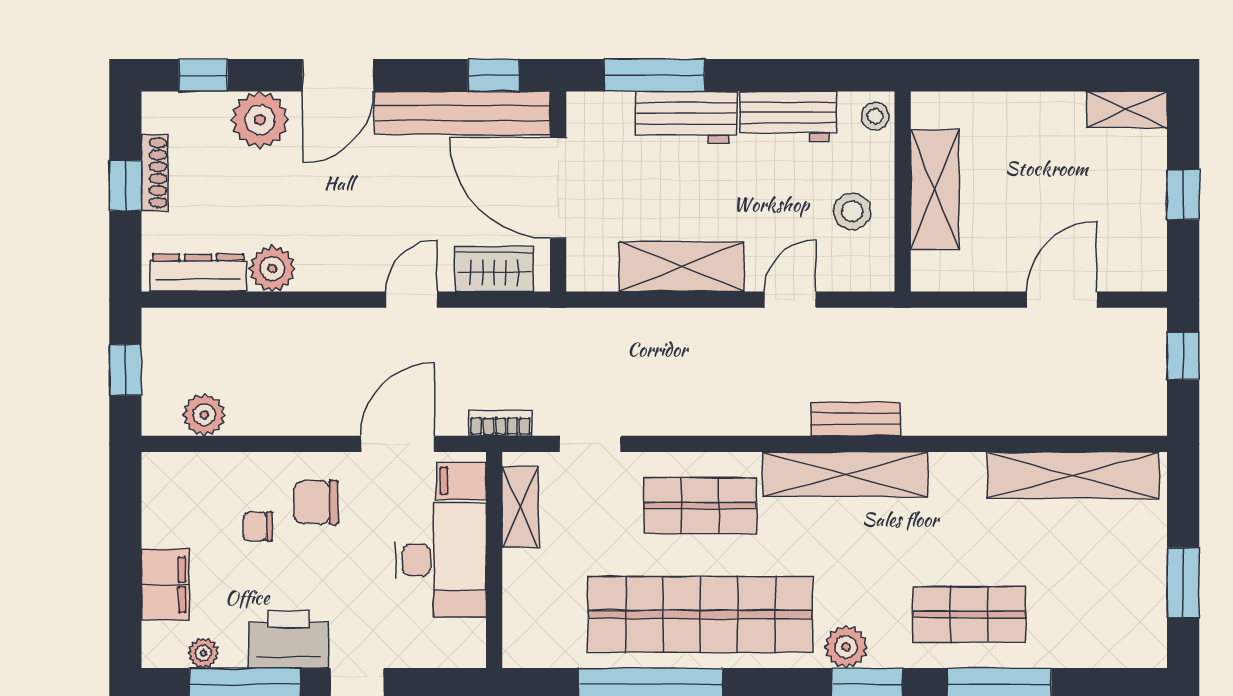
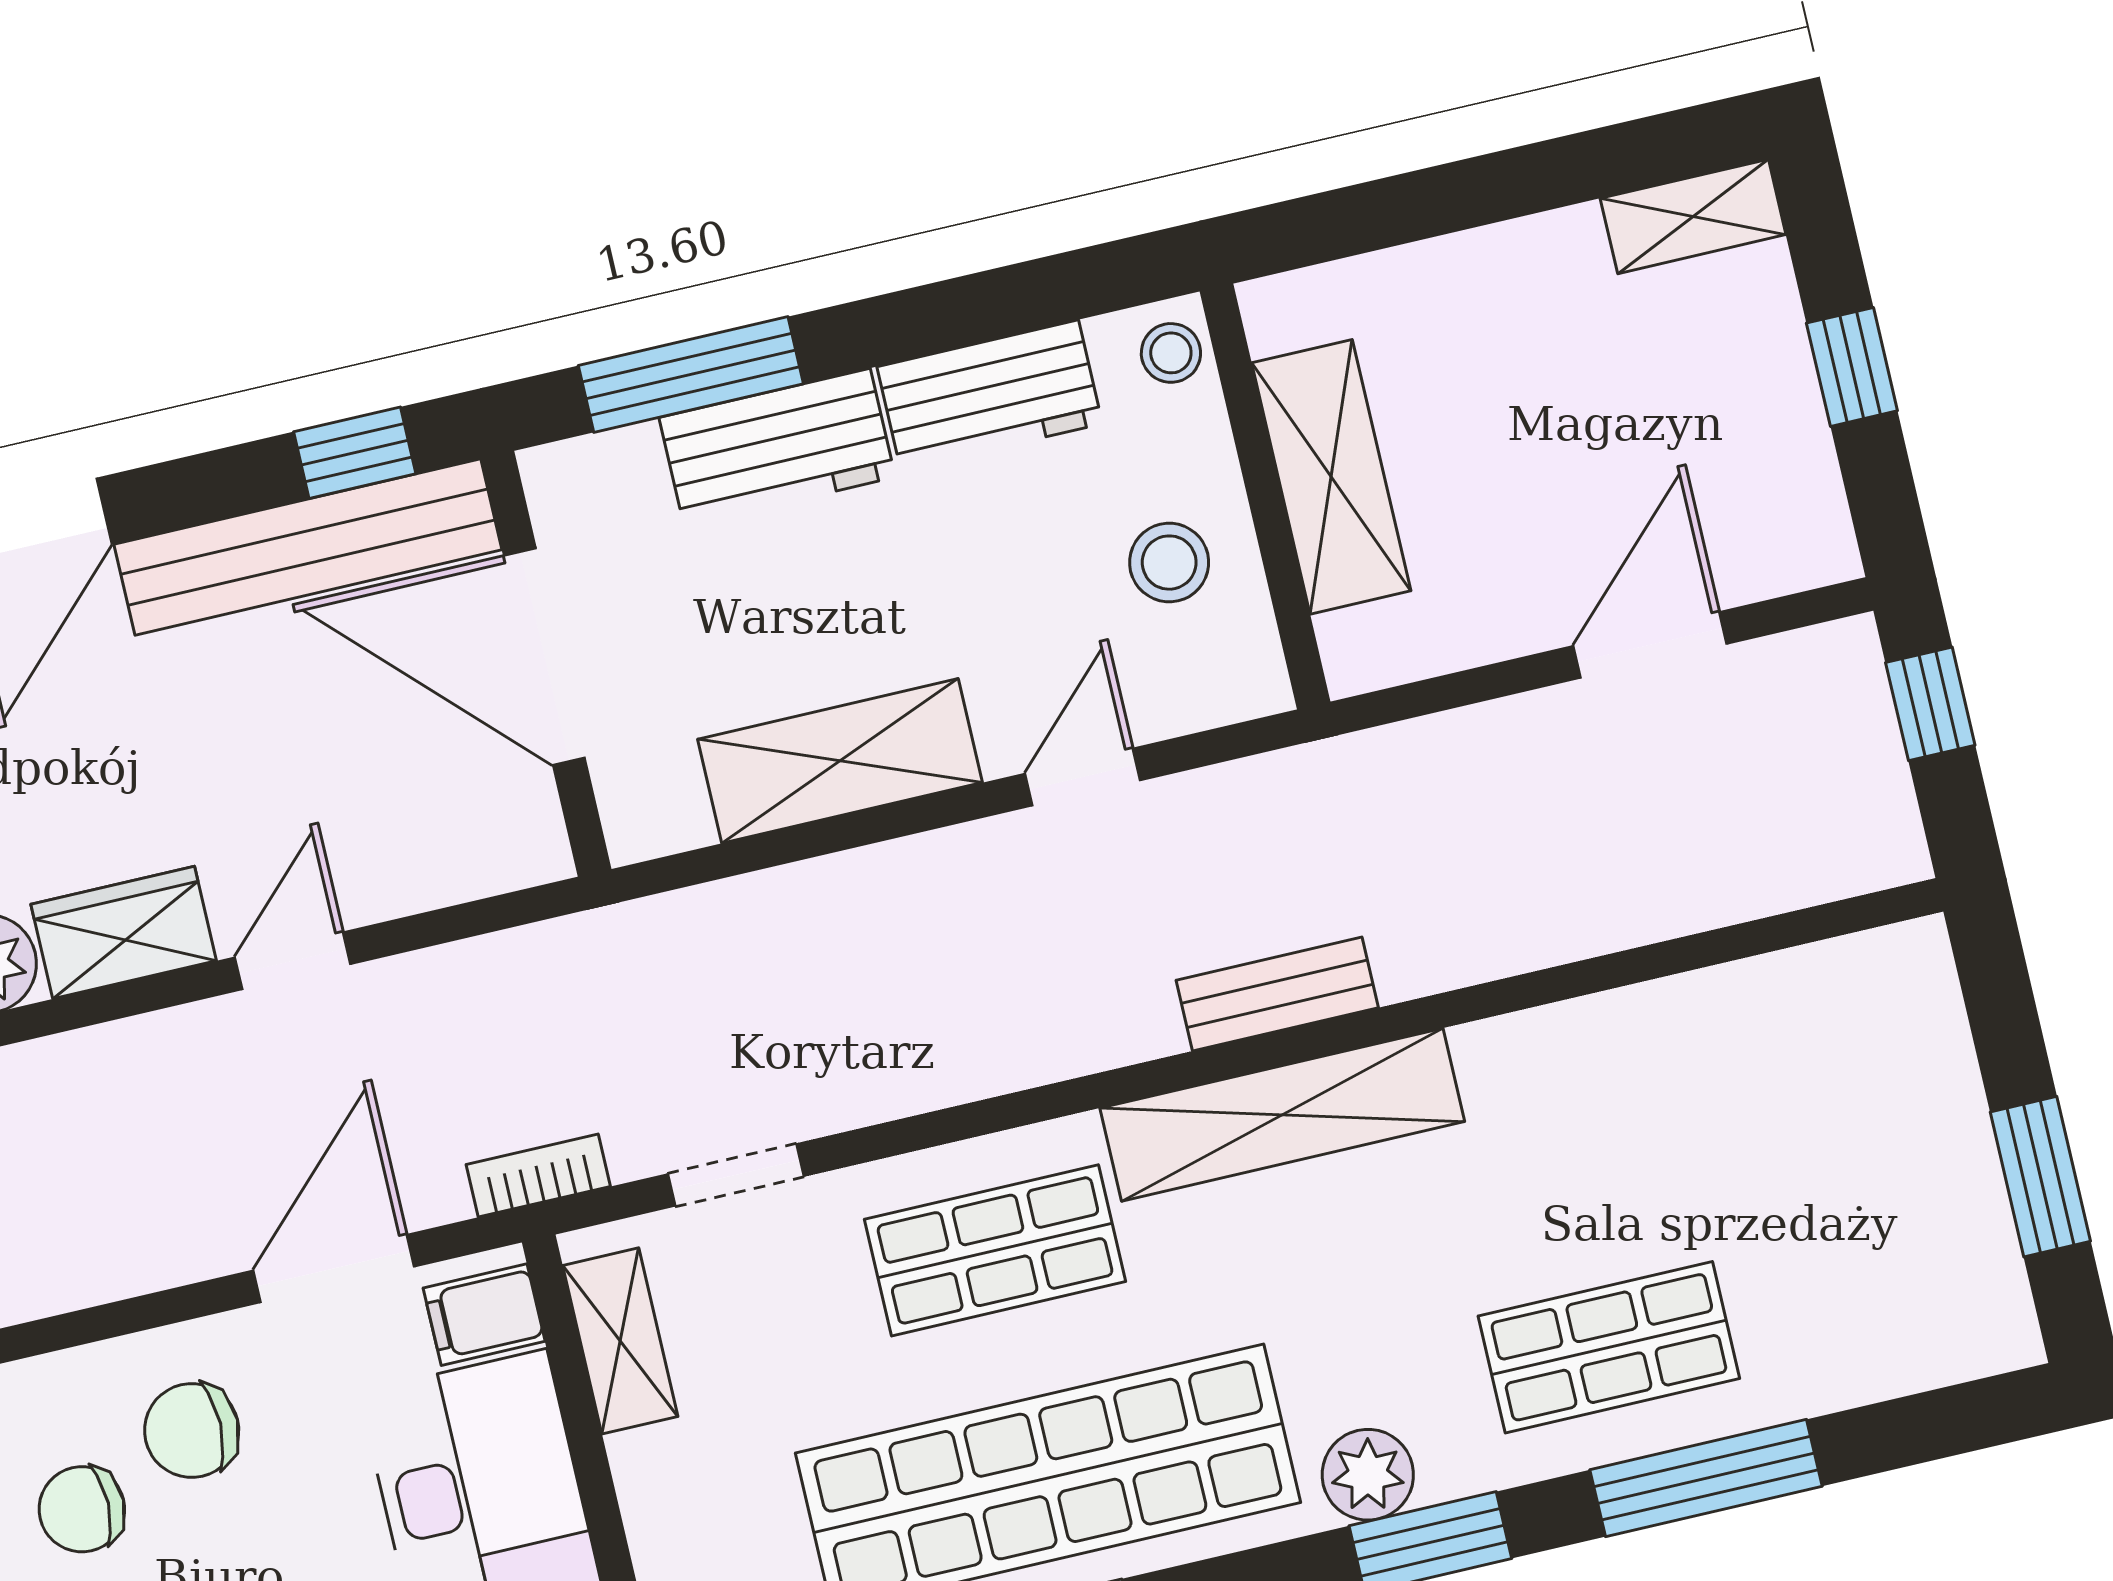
wardrobe: (494, 269) -> (124, 933), moved
shelving: (1073, 475) -> (1758, 1006), removed
chair: (258, 527) -> (82, 1509), width x1.37, depth x1.37

